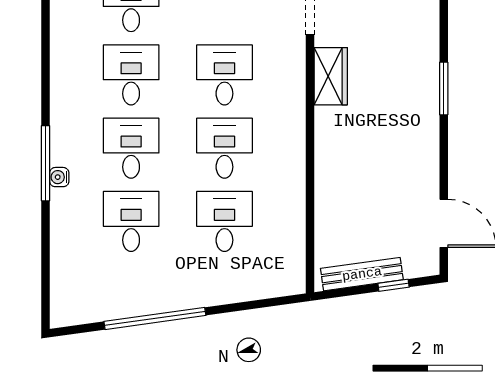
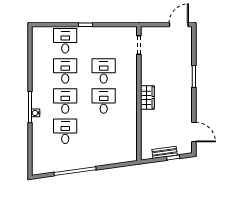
wardrobe: (331, 76) -> (147, 98), moved
desk: (224, 221) -> (104, 131), removed
bench: (362, 274) -> (165, 152), width x0.73

